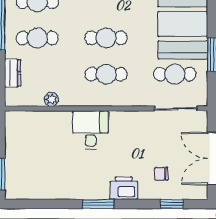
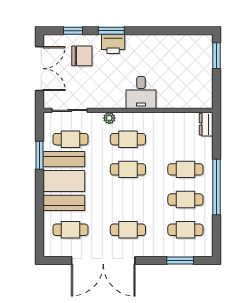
dresser: (13, 73) -> (206, 124), moved
plant: (51, 99) -> (109, 118), moved
chair: (161, 174) -> (82, 56), width x1.87, depth x1.87
window: (98, 204) -> (111, 31), moved

